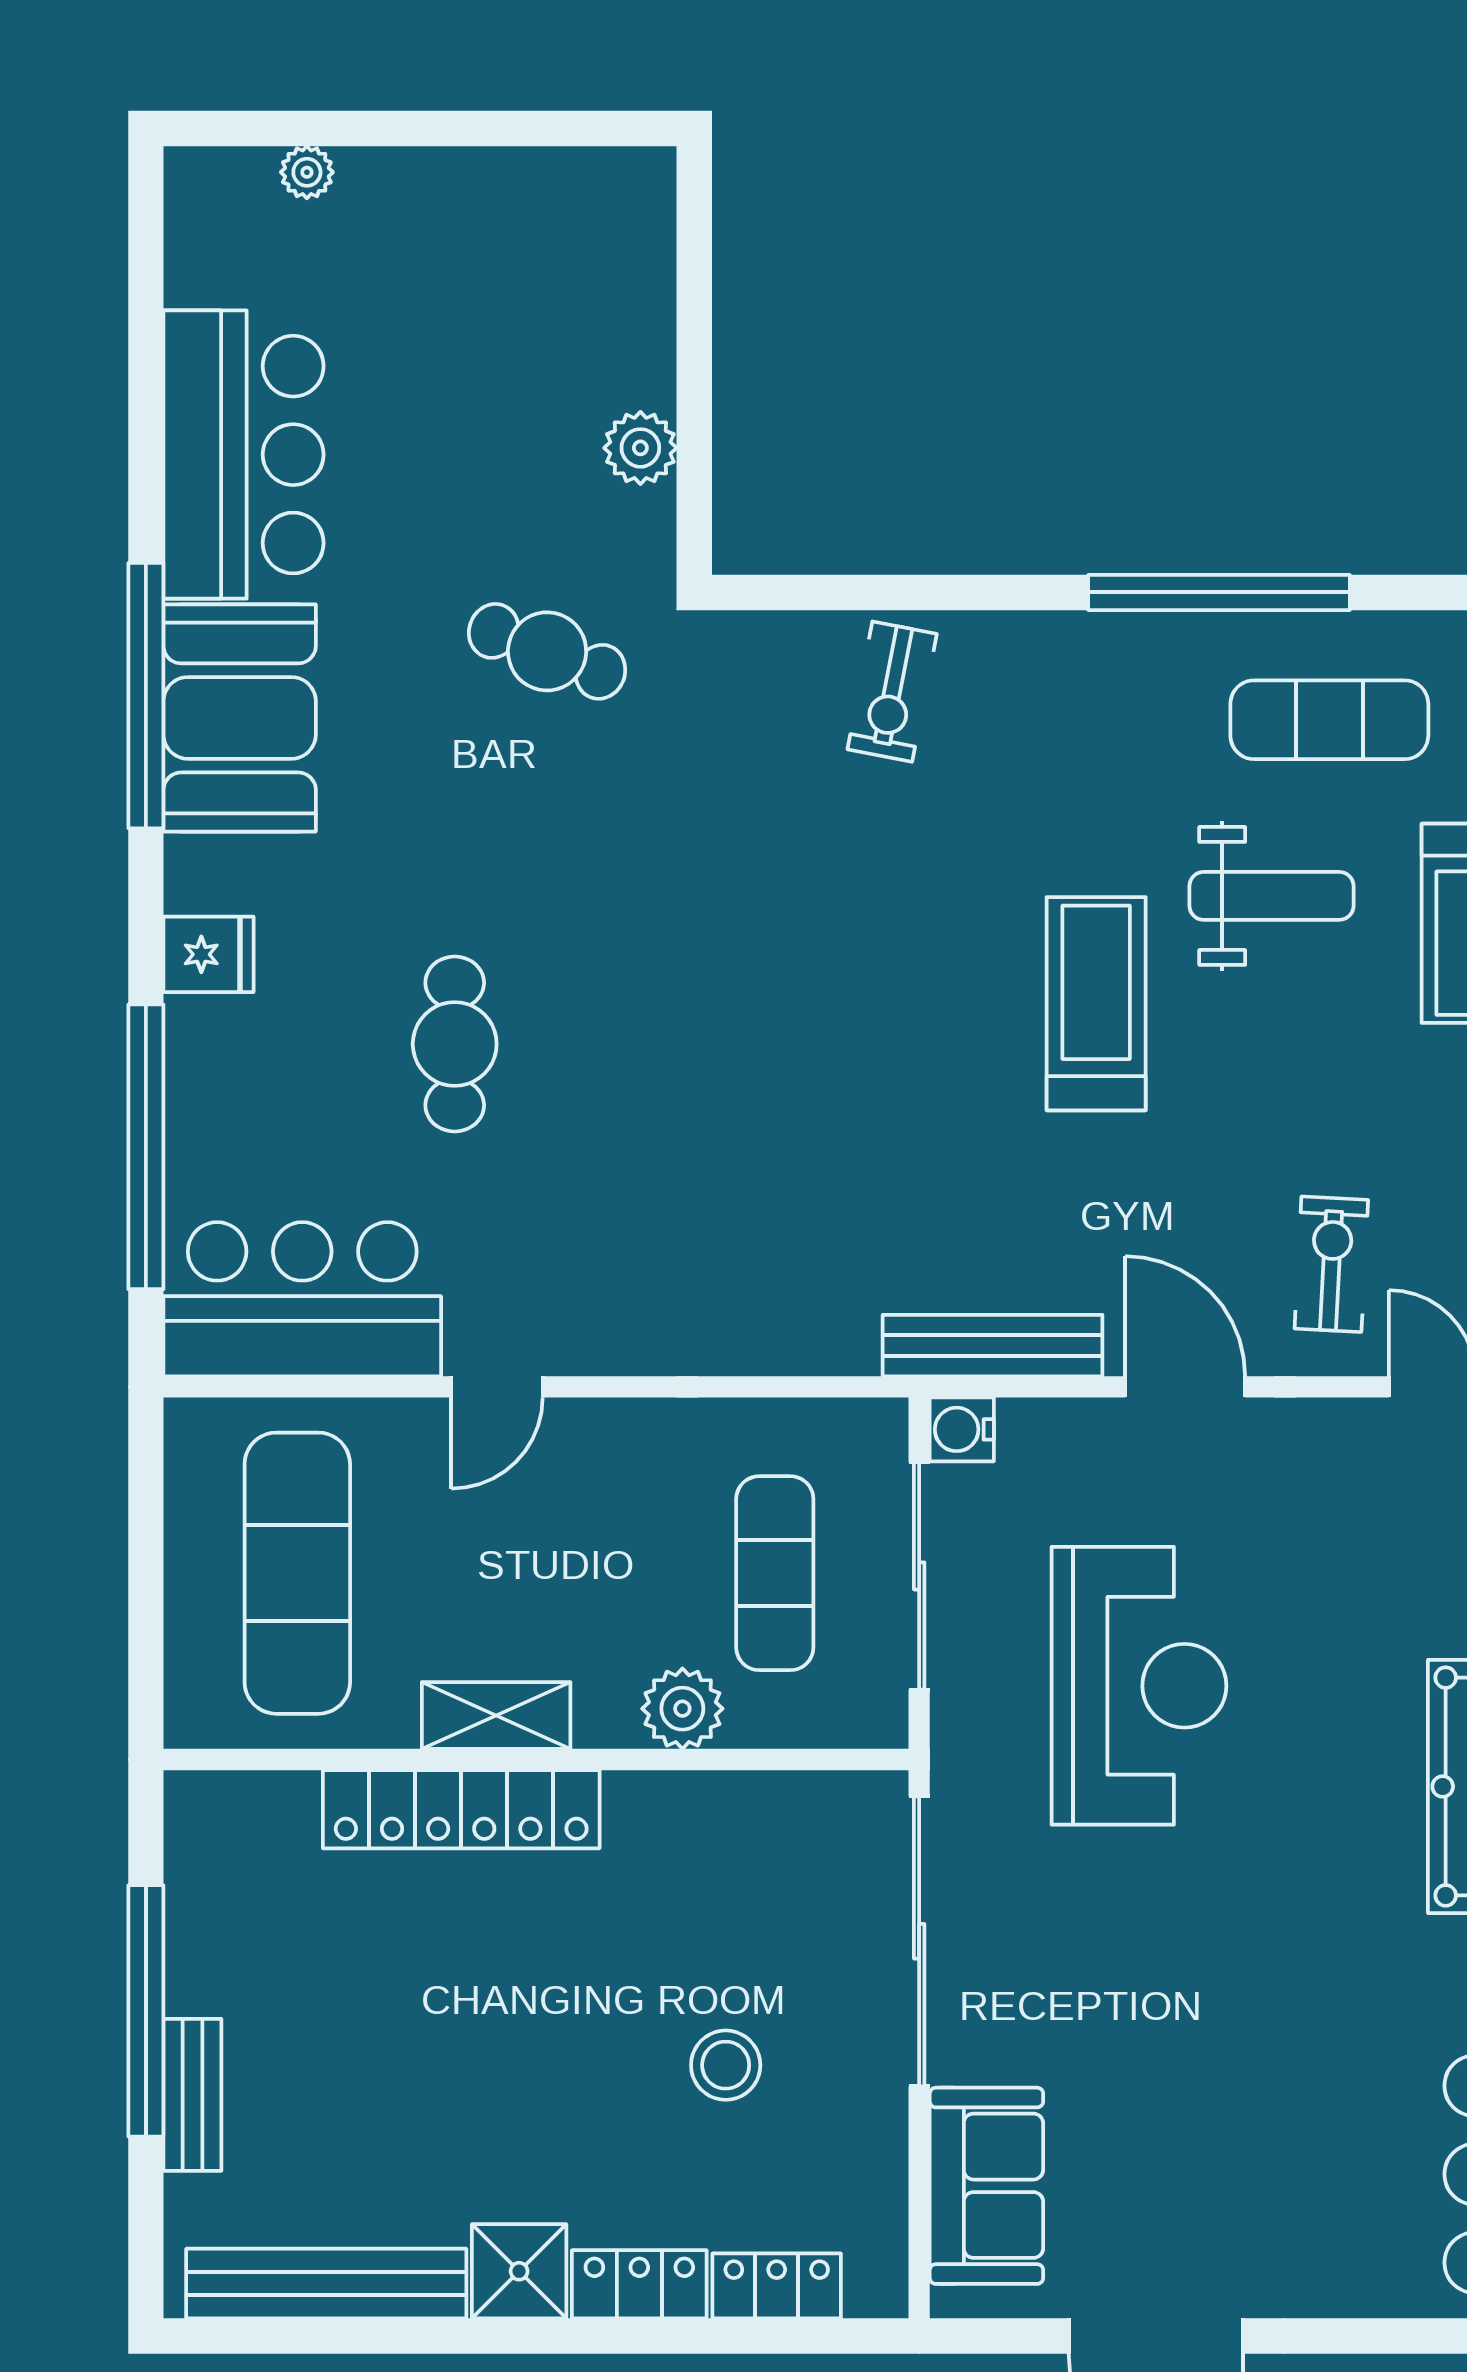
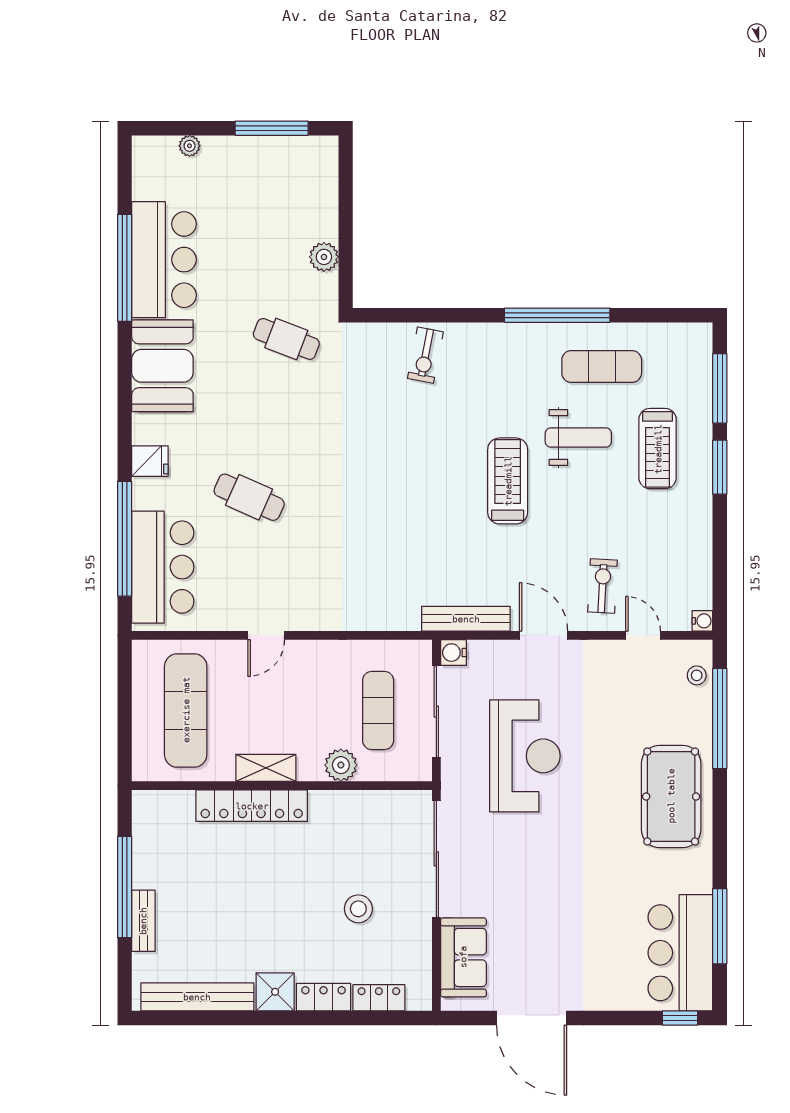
window: (511, 128) -> (272, 128), added
window: (146, 696) -> (125, 268), moved
cafe table: (455, 1044) -> (249, 497), turned -66
bar counter: (302, 1299) -> (163, 567), moved, turned 90

